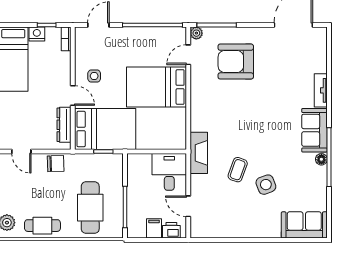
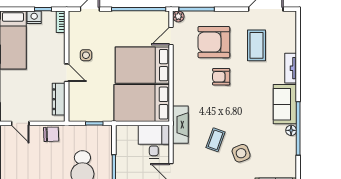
coffee table: (283, 65) -> (257, 45), added
armchair: (244, 100) -> (221, 77), added
bed: (105, 129) -> (142, 103), moved, turned 180

